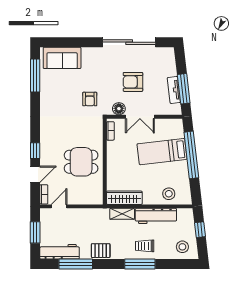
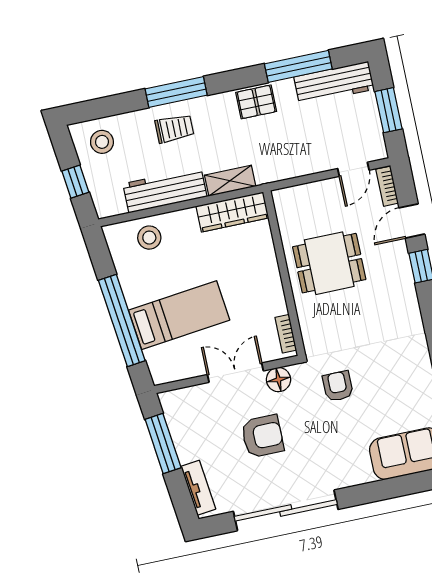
tv unit: (174, 90) -> (198, 488), moved

